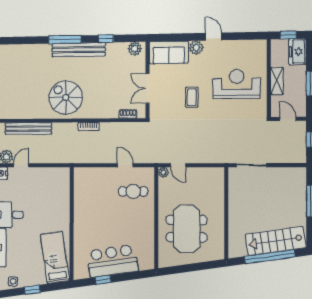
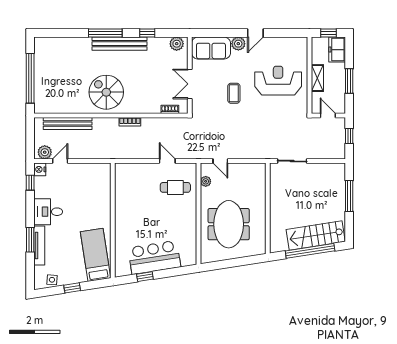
door: (213, 37) -> (255, 33), swing flipped
plant: (163, 172) -> (206, 181), moved

